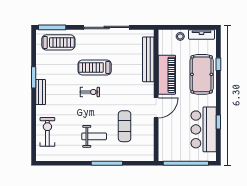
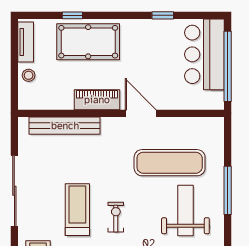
treadmill: (95, 67) -> (77, 210), turned 180
piano: (167, 75) -> (97, 100), width x0.73, depth x0.75
exercise mat: (125, 126) -> (170, 163), width x1.36, depth x1.45
bar counter: (204, 129) -> (204, 54), moved, turned 90
weight bench: (94, 136) -> (185, 210), width x1.36, depth x1.33

